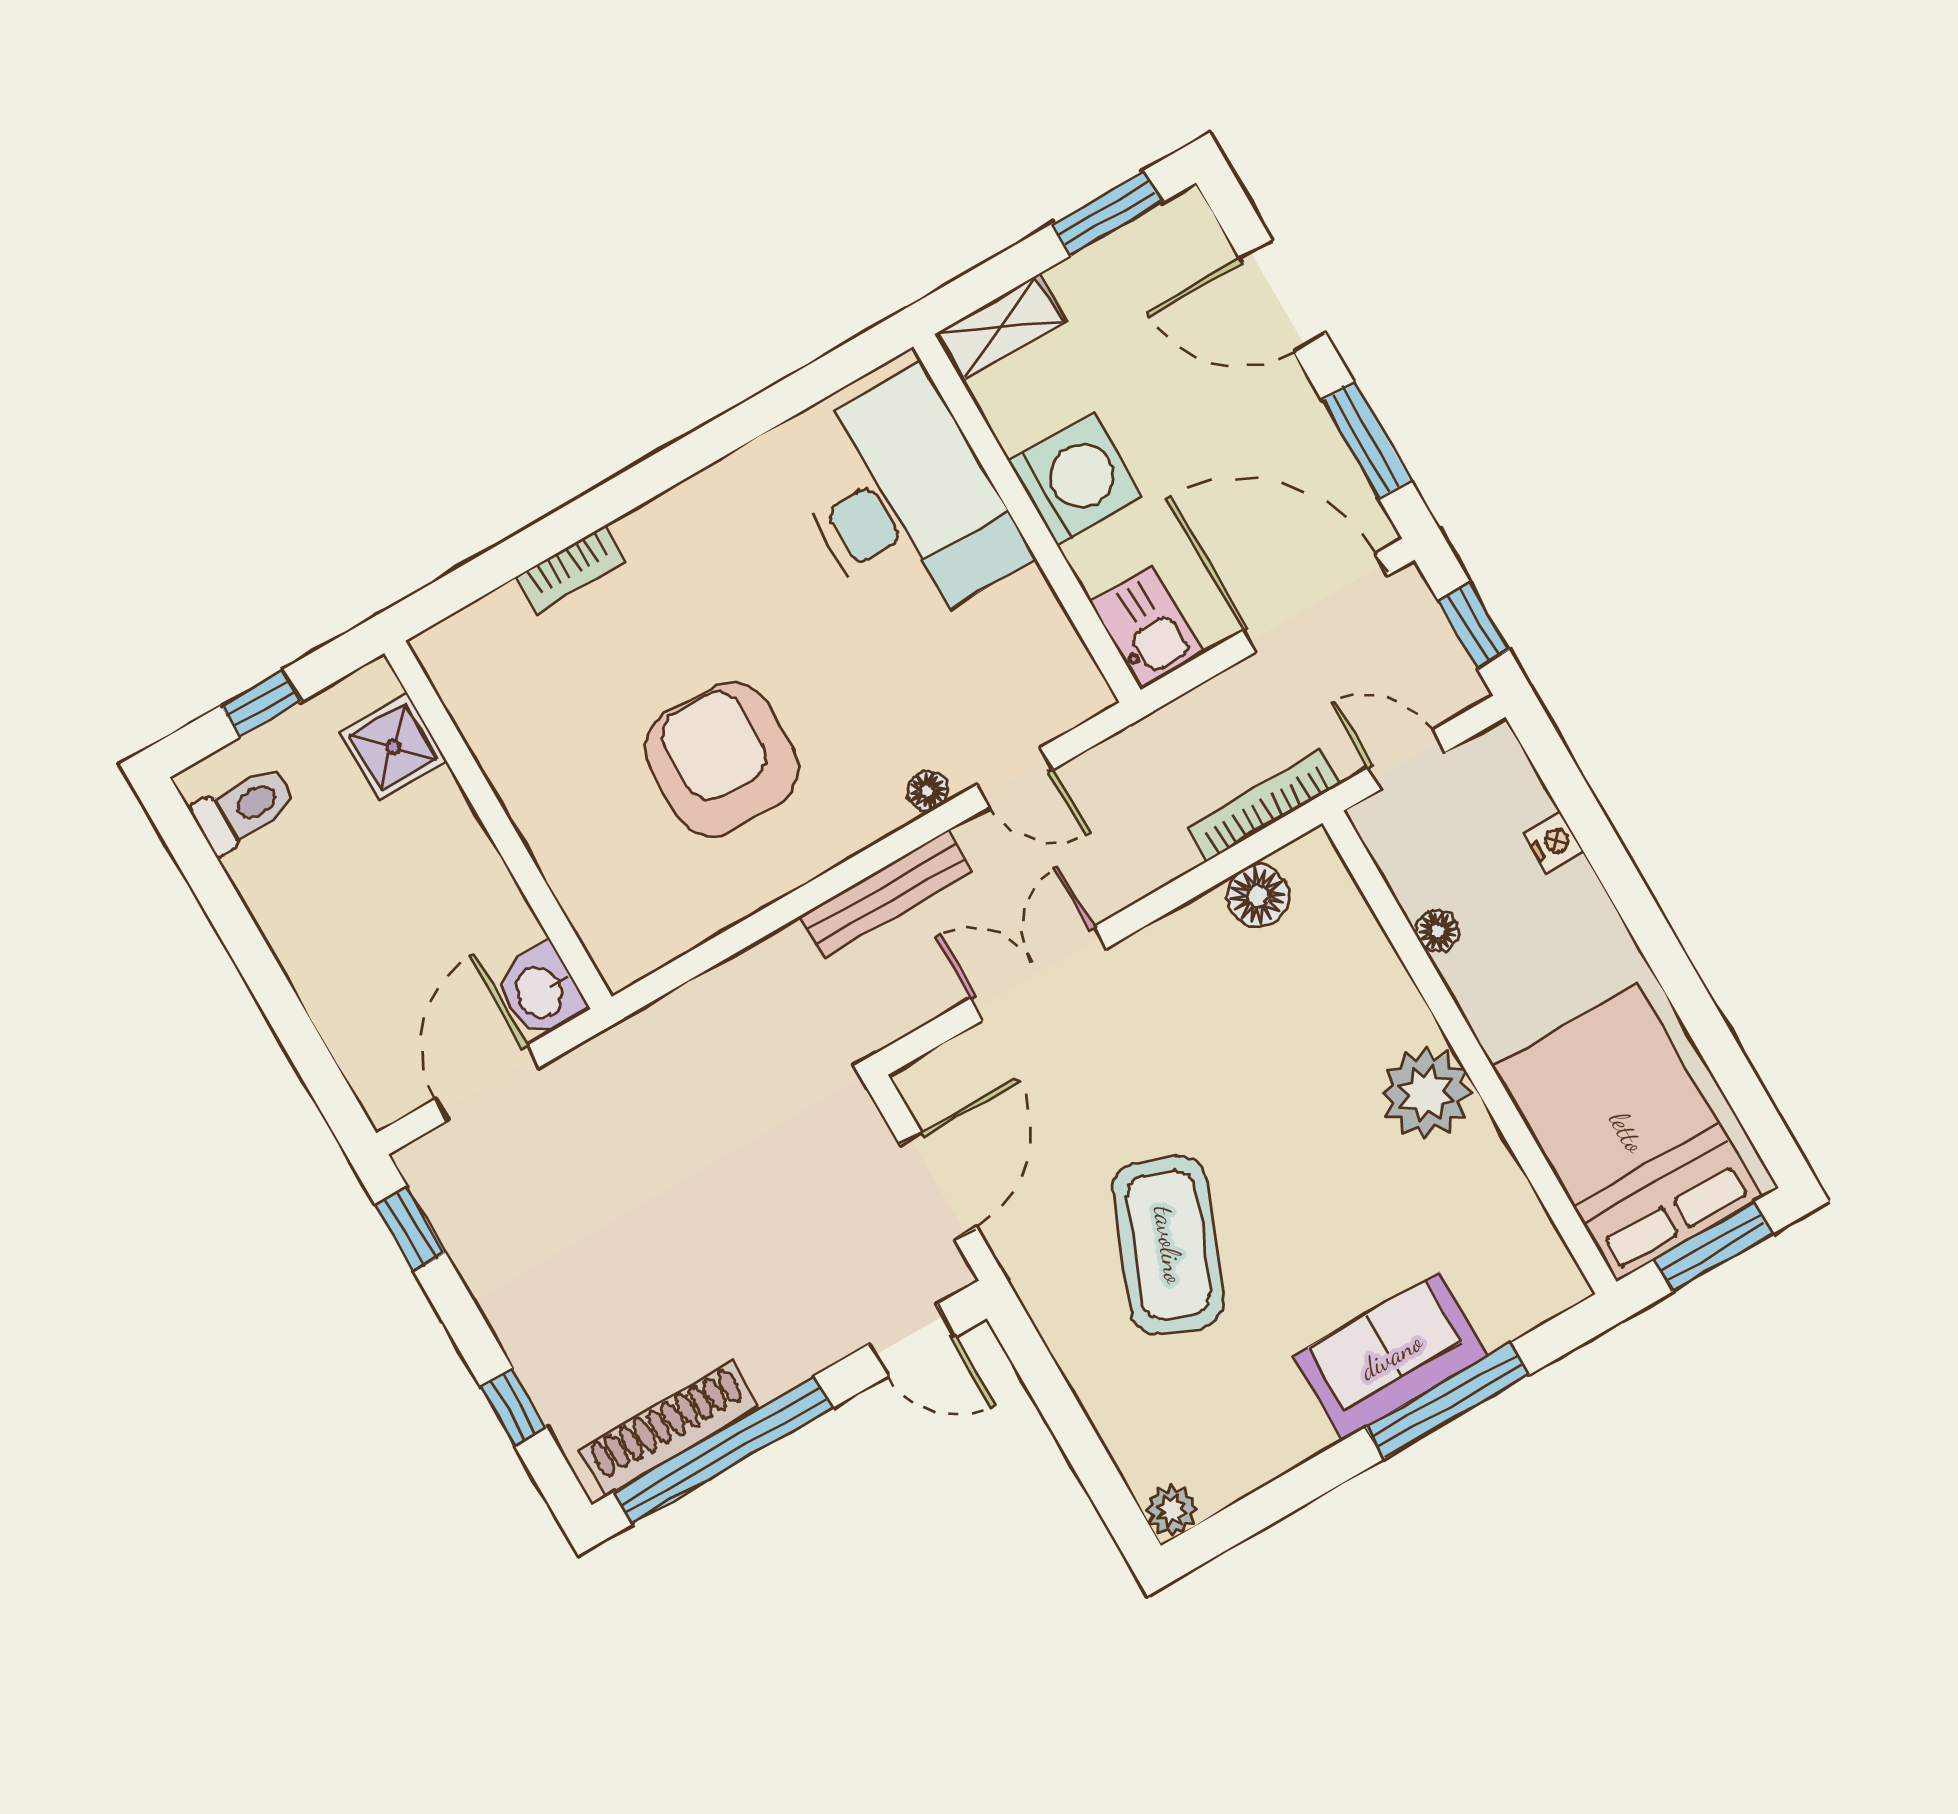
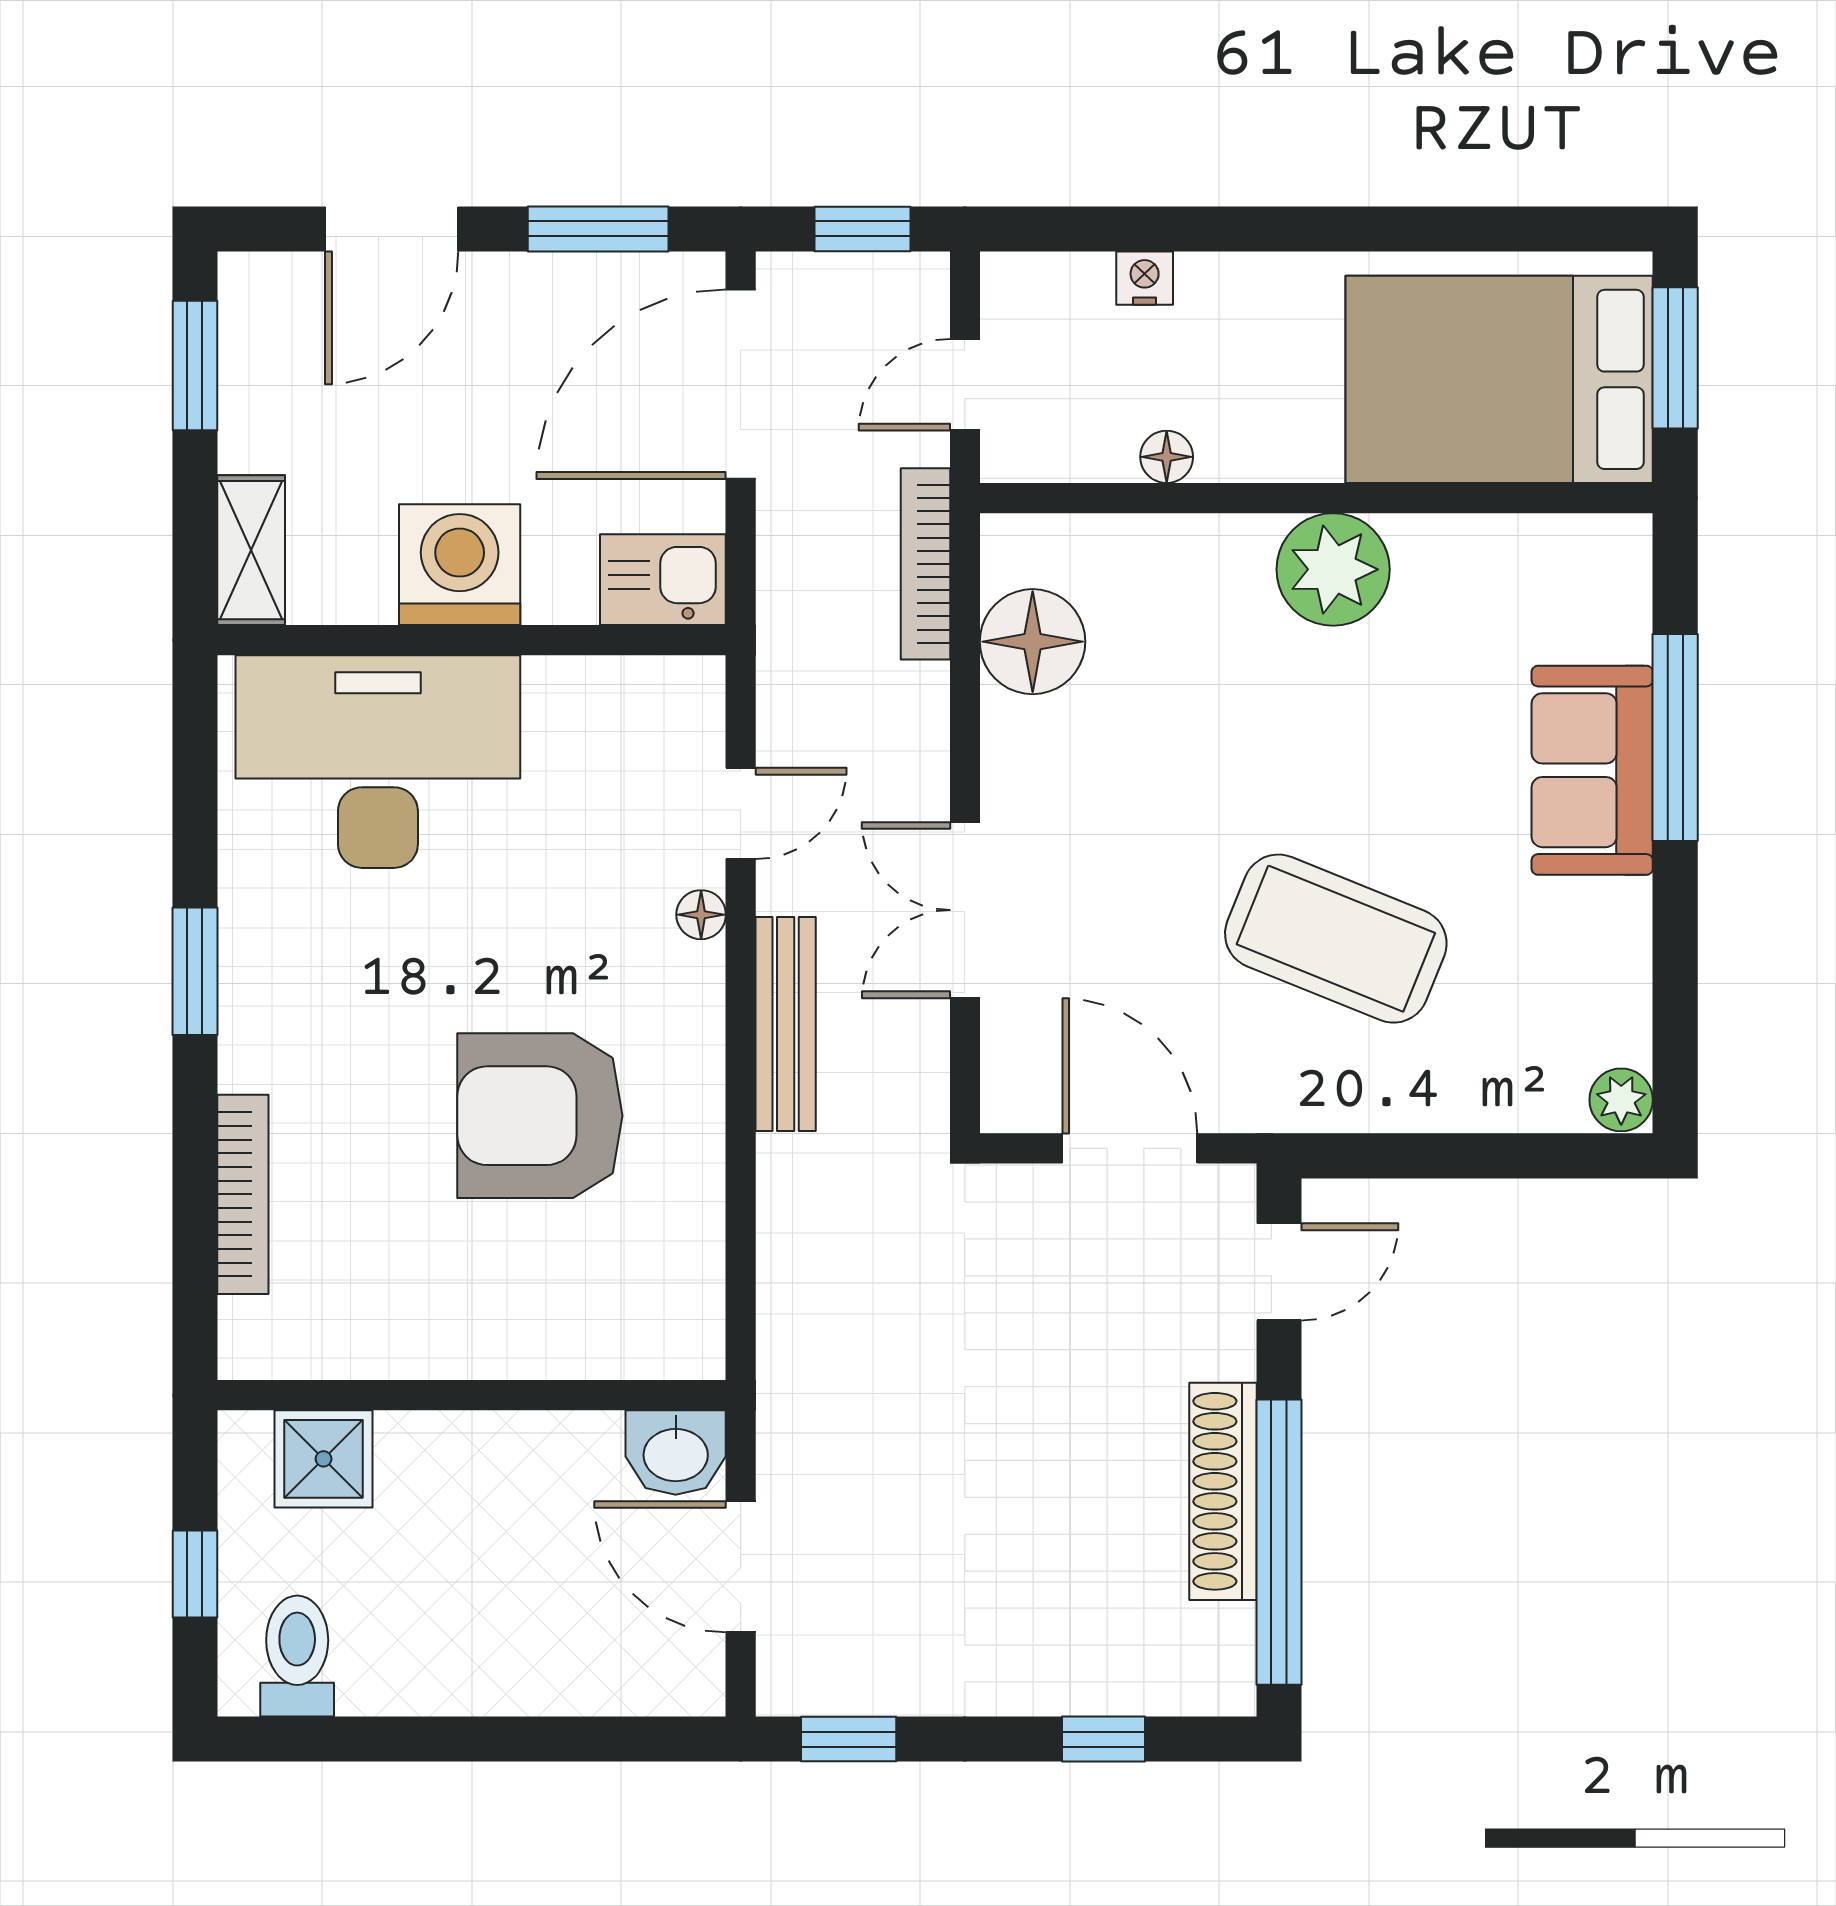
window: (683, 459) -> (195, 971), added
bookcase: (571, 569) -> (243, 1194), width x1.56
floor lamp: (1258, 896) -> (1033, 642), width x1.38, depth x1.38
shoe rack: (670, 1429) -> (1223, 1491), moved

